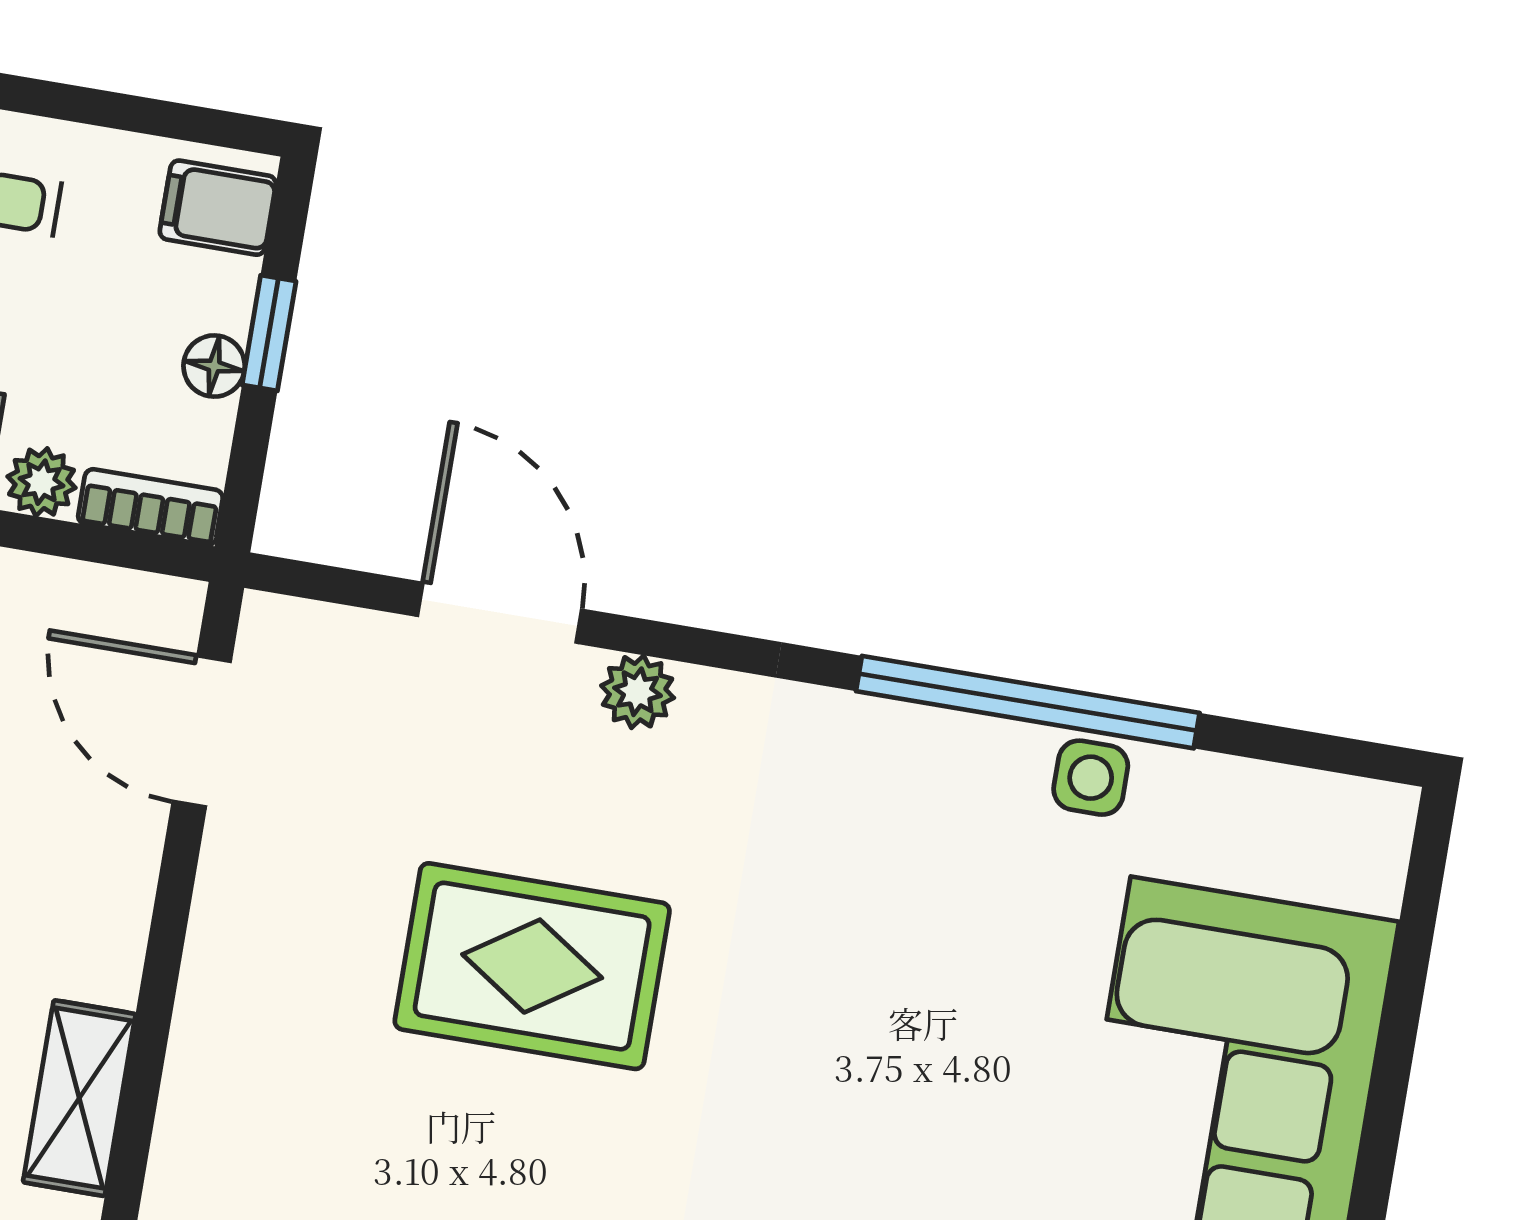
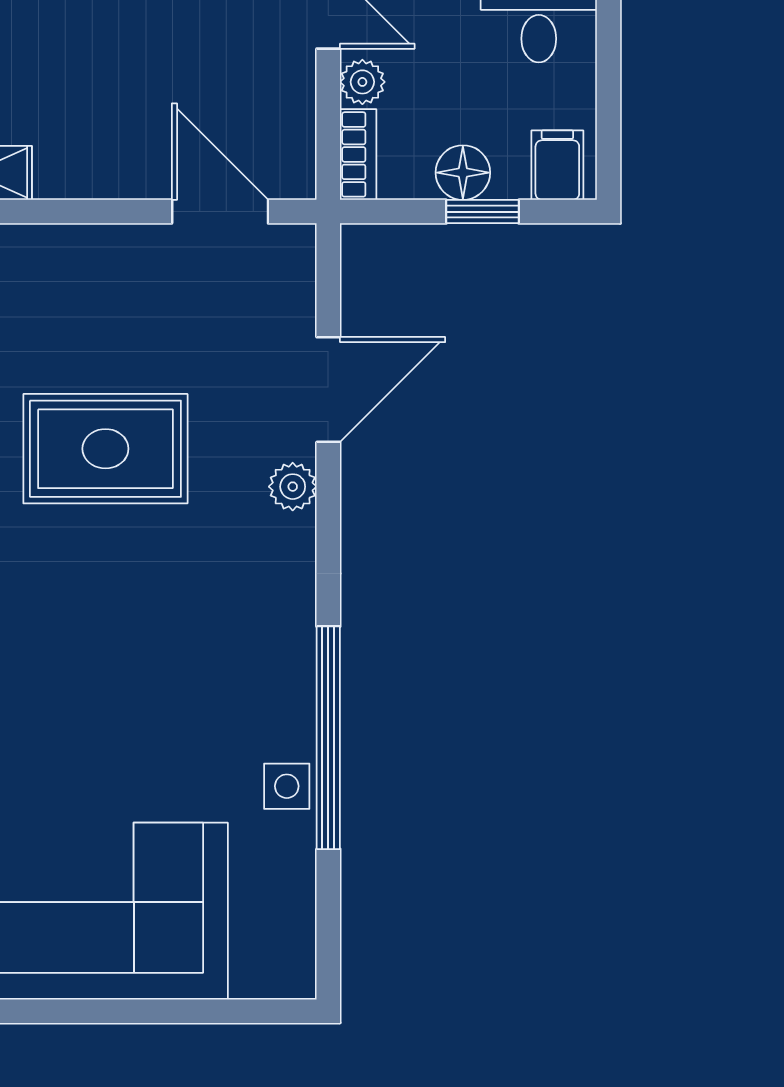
floor lamp: (214, 366) -> (463, 173), width x1.37, depth x1.37
door: (202, 731) -> (220, 212), hinge flipped
rug: (532, 966) -> (105, 449), turned 90

